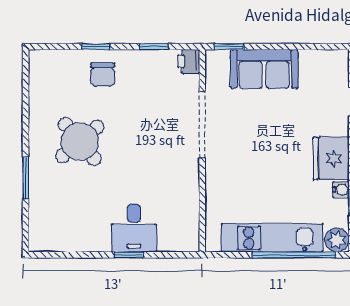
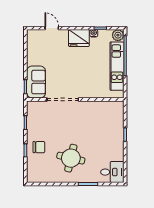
printer: (189, 61) -> (32, 106), removed
sofa: (264, 69) -> (36, 82), moved
round table: (80, 142) -> (71, 158), turned -37
desk: (134, 228) -> (112, 172), moved

